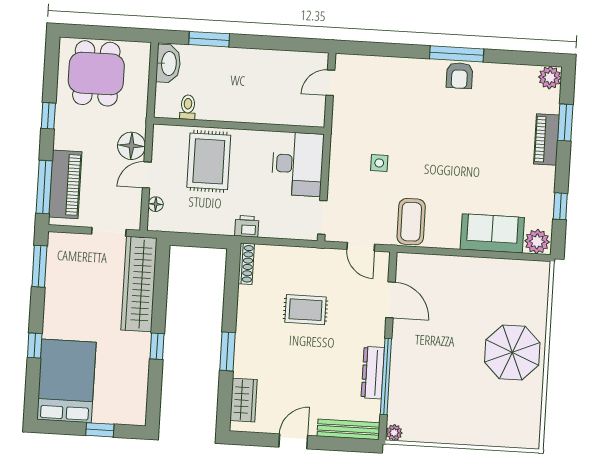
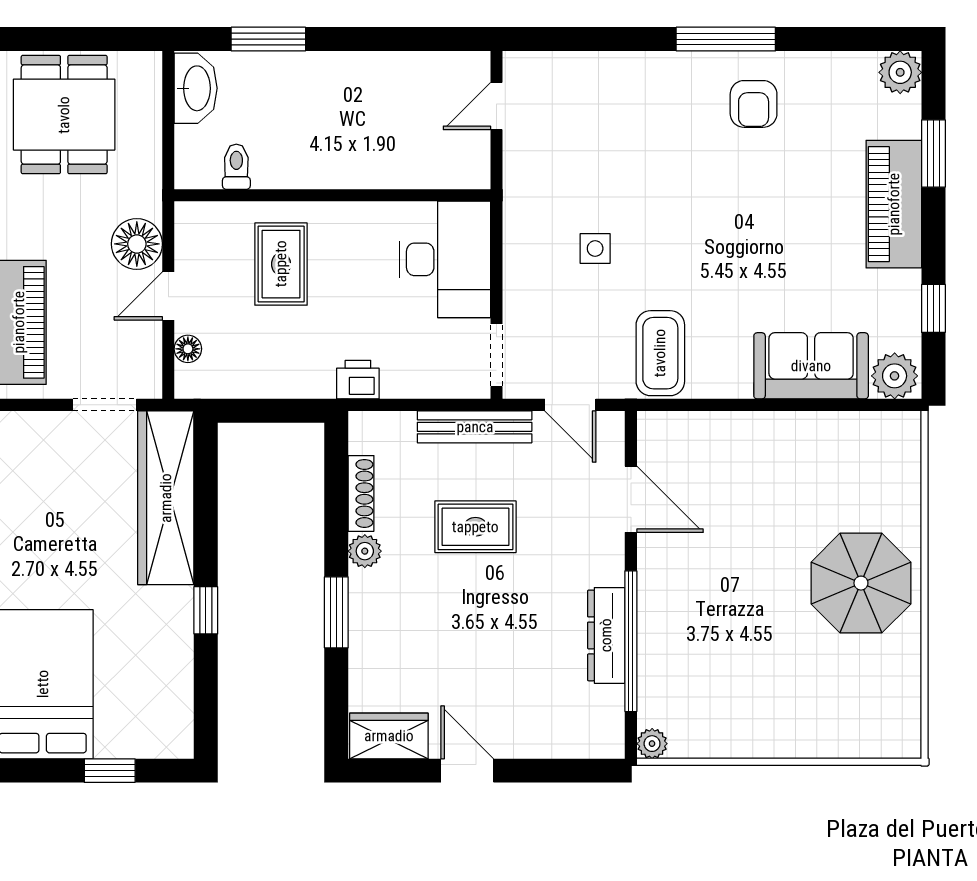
armchair: (460, 76) -> (754, 104), moved
piano: (546, 140) -> (894, 204), width x1.37, depth x1.33
rug: (209, 161) -> (281, 264), width x0.73, depth x0.70
shoe rack: (246, 264) -> (361, 493), moved
plant: (245, 319) -> (365, 551), added
wardrobe: (243, 400) -> (389, 736), moved, turned -90
bench: (349, 429) -> (475, 427), moved
door: (293, 441) -> (467, 771), hinge flipped

